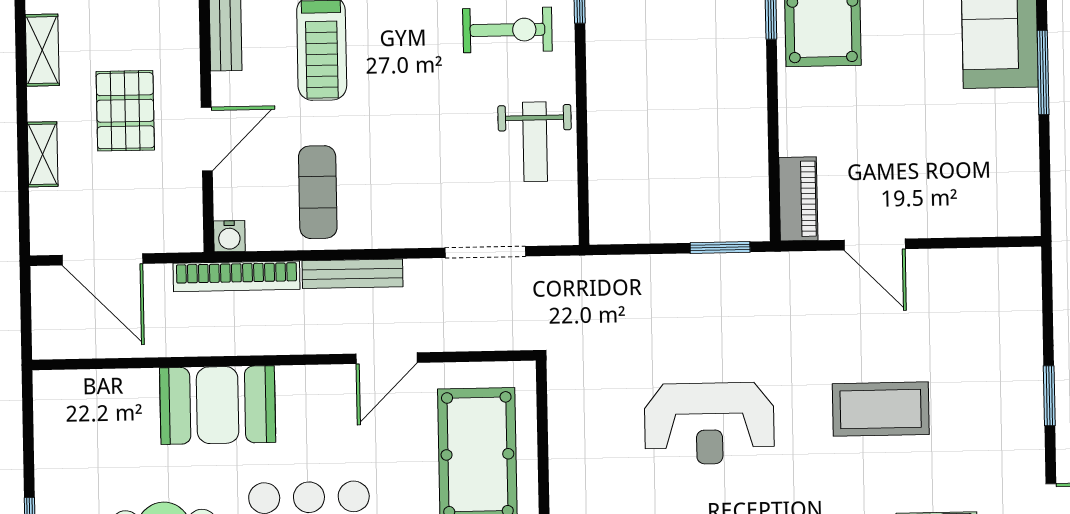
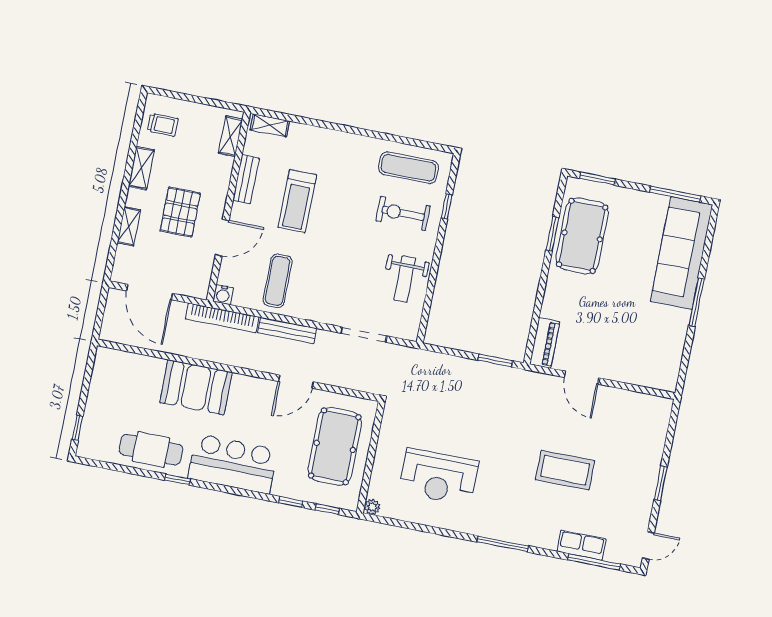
exercise bike: (507, 30) -> (403, 213), turned 180
reception desk: (709, 423) -> (439, 477), moved

